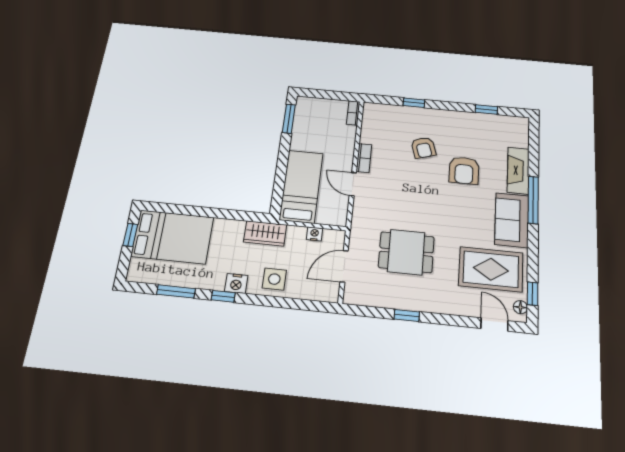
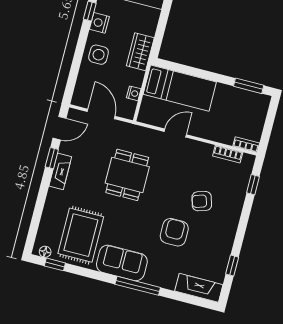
window: (414, 103) -> (253, 185), moved
bookcase: (364, 158) -> (228, 154), moved
armchair: (464, 170) -> (174, 232), turned 90
fireplace: (518, 171) -> (199, 288), moved
dining table: (406, 252) -> (127, 175), moved
fireplace: (421, 303) -> (60, 171), added
door: (494, 325) -> (60, 128), moved

